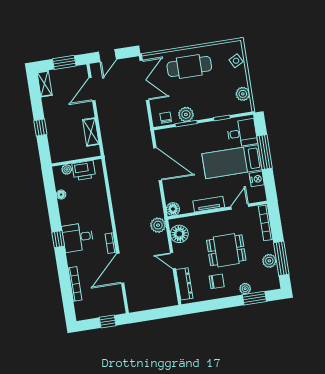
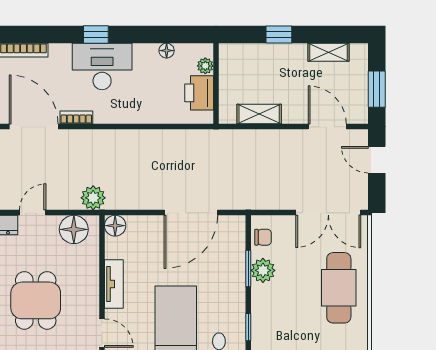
shelving: (45, 84) -> (328, 52), moved
desk: (78, 237) -> (102, 66), width x1.37

